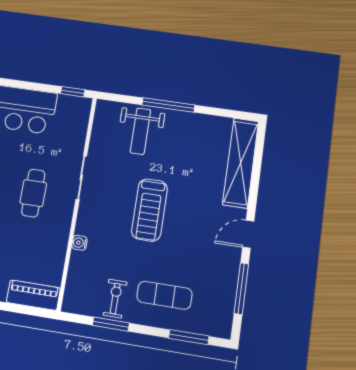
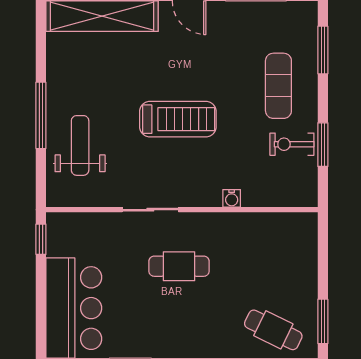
weight bench: (140, 131) -> (80, 145), turned -90
piano: (33, 295) -> (304, 244), removed

